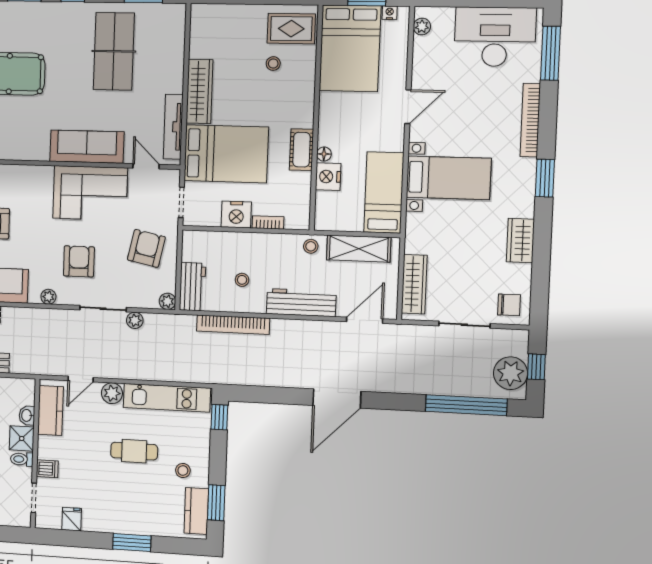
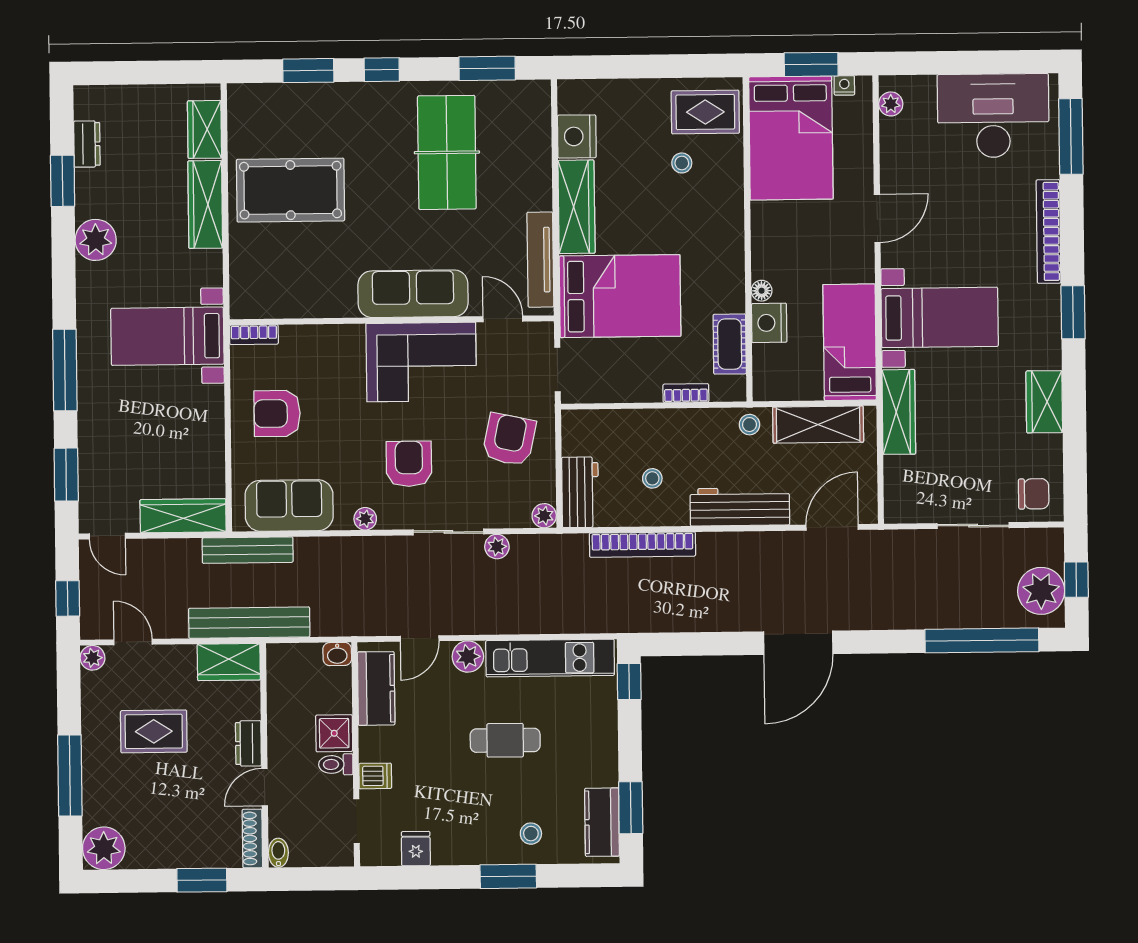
cot: (301, 150) -> (730, 344), moved
nightstand: (236, 214) -> (577, 136), moved, turned 90
wardrobe: (414, 284) -> (899, 412), moved
washbasin: (27, 415) -> (337, 654), moved, turned -90
stool: (183, 471) -> (531, 834), moved

